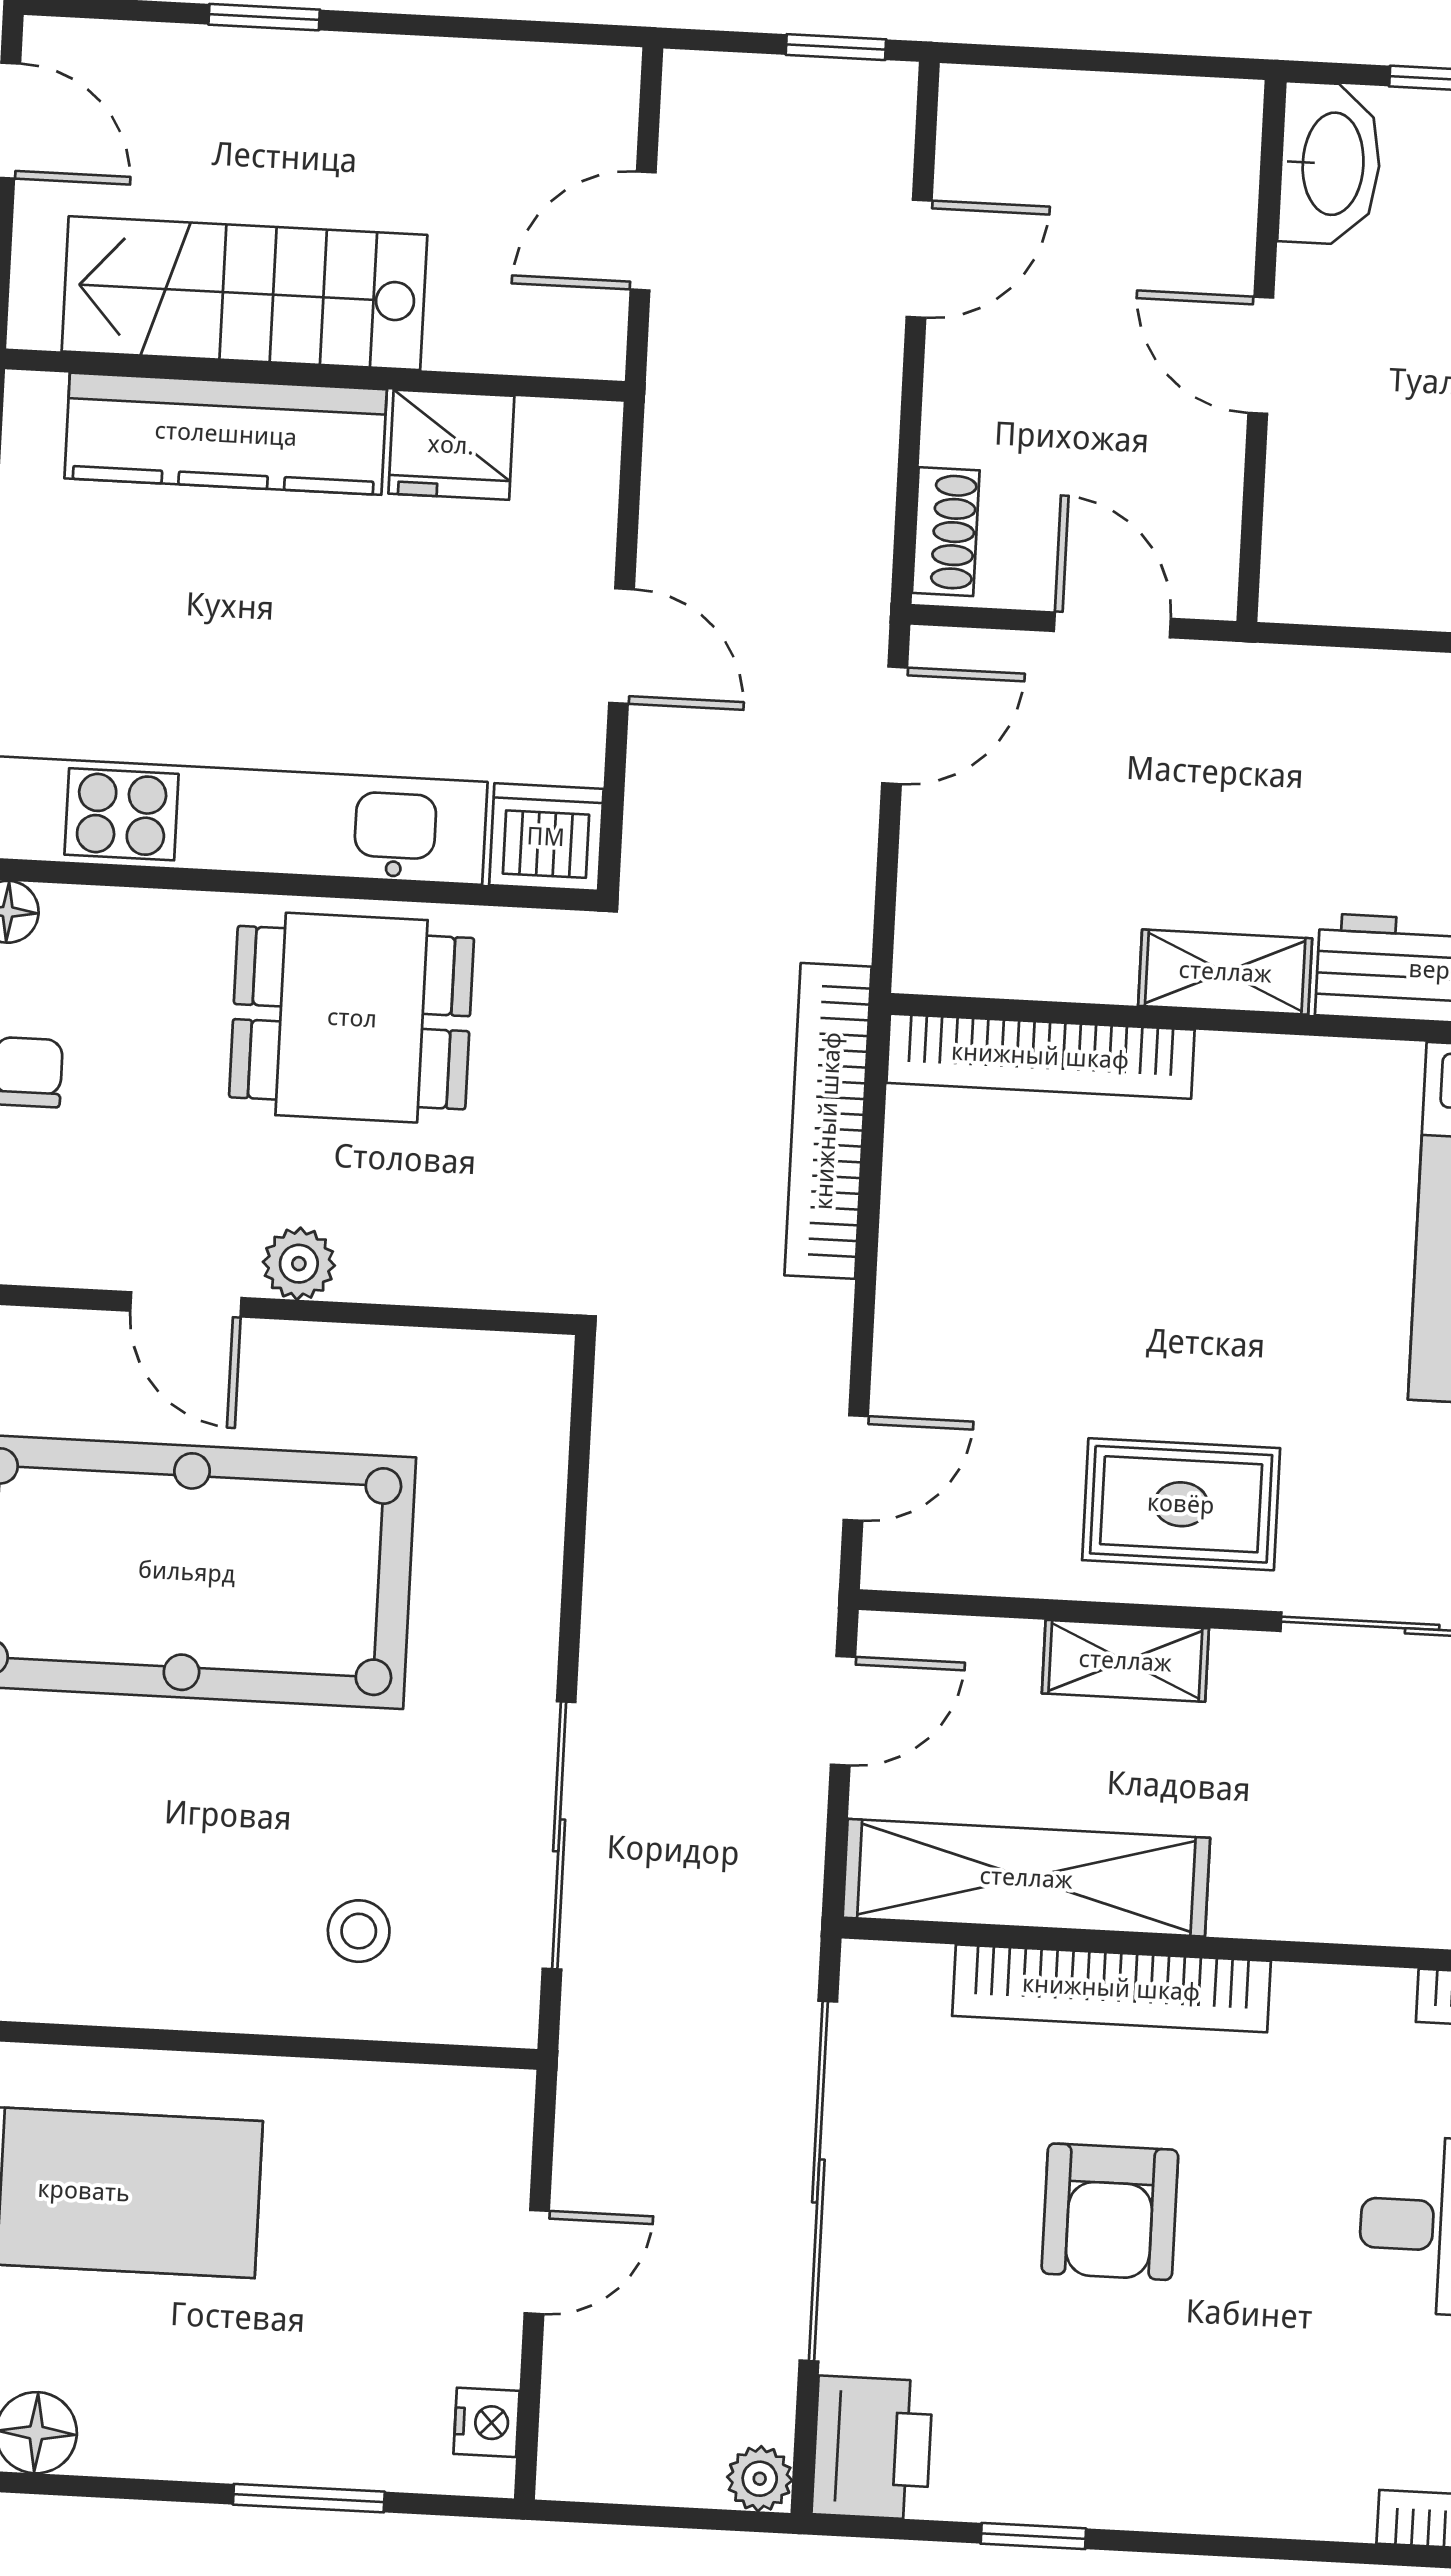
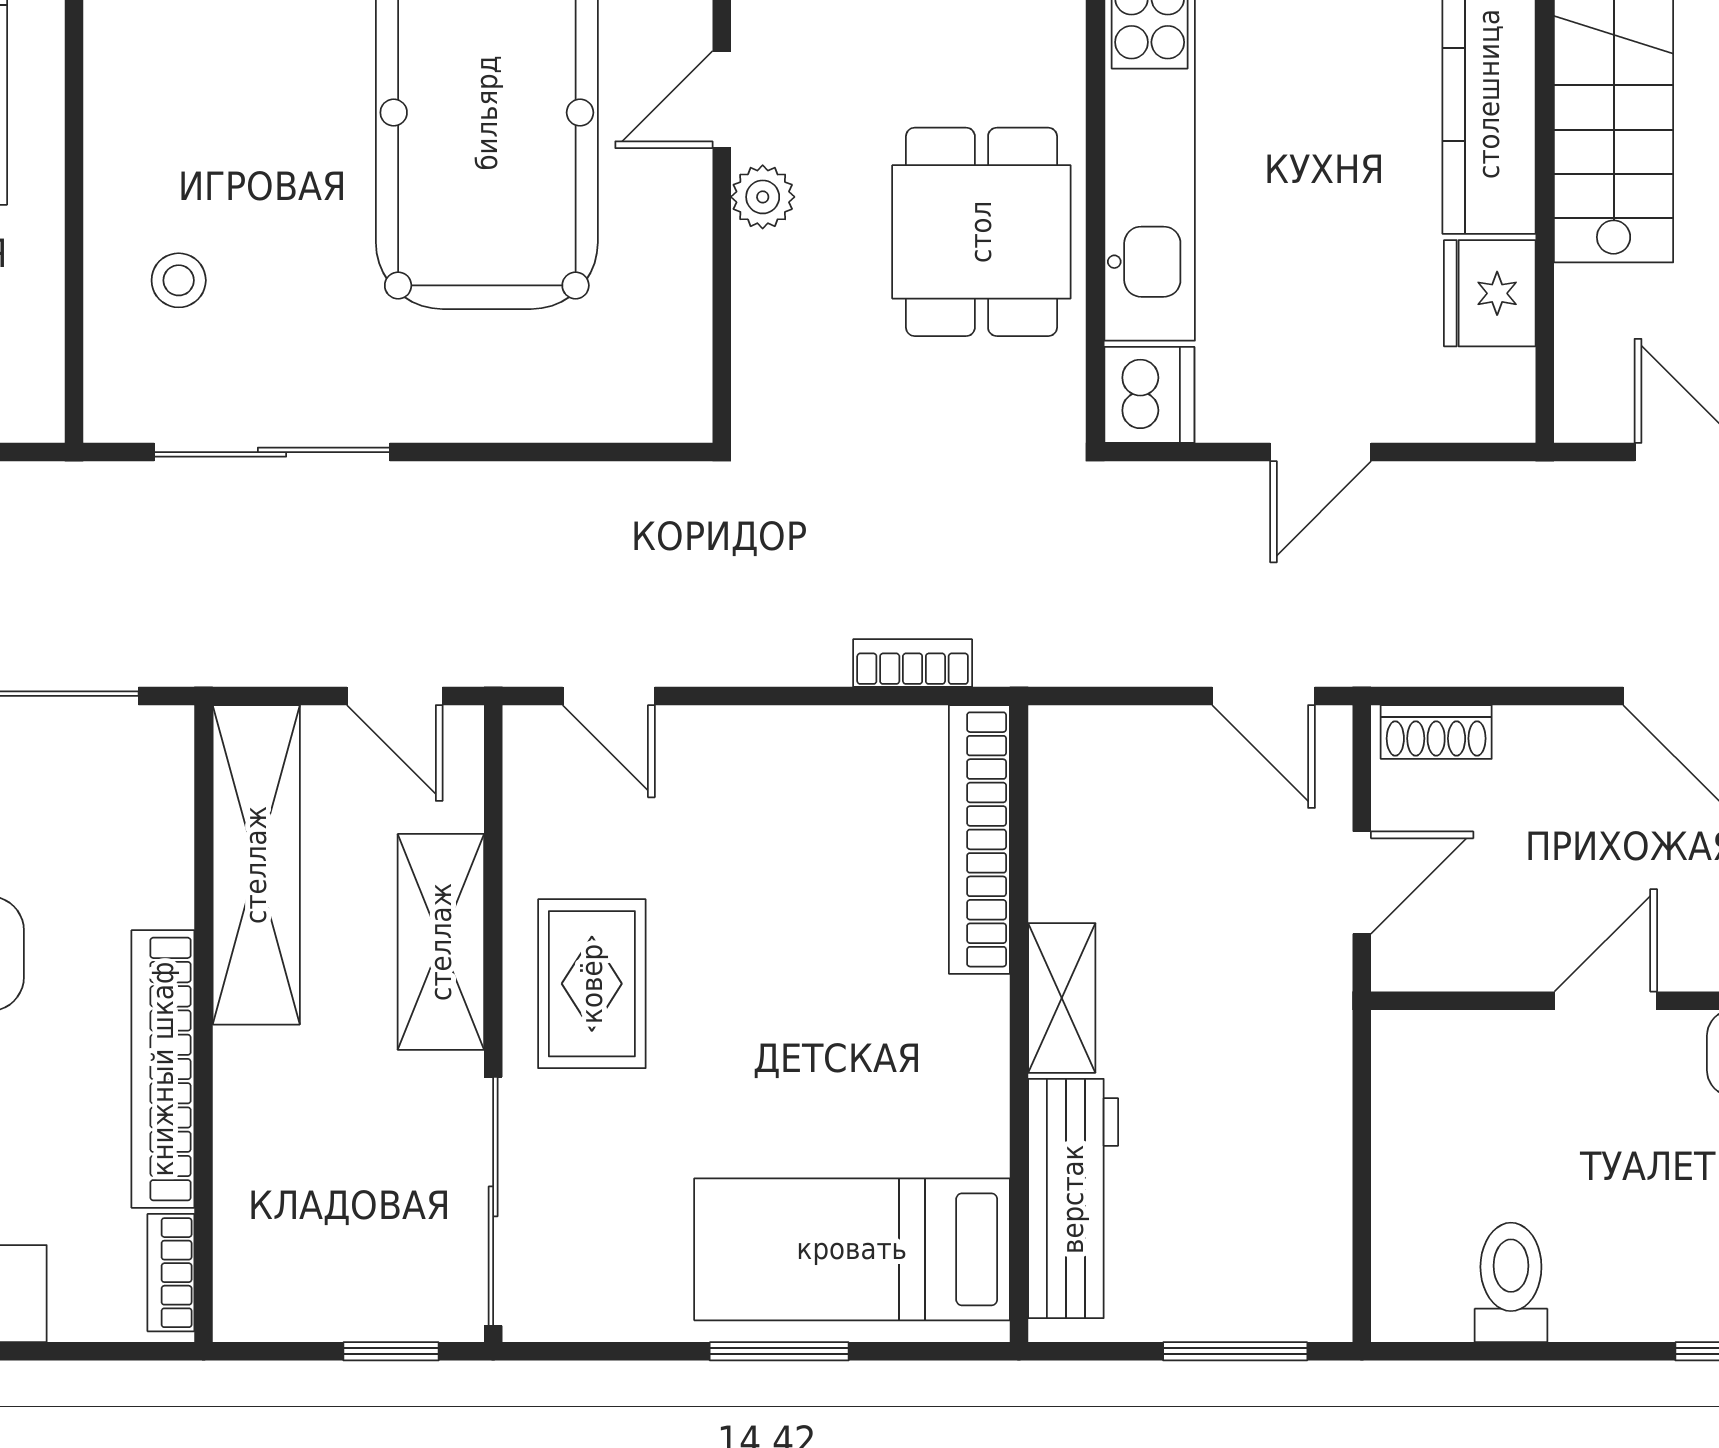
bookcase: (828, 1121) -> (913, 663), width x0.43, depth x0.76
shelving: (1125, 1661) -> (441, 942), width x1.50, depth x1.33
bookcase: (1111, 1988) -> (163, 1069), moved

